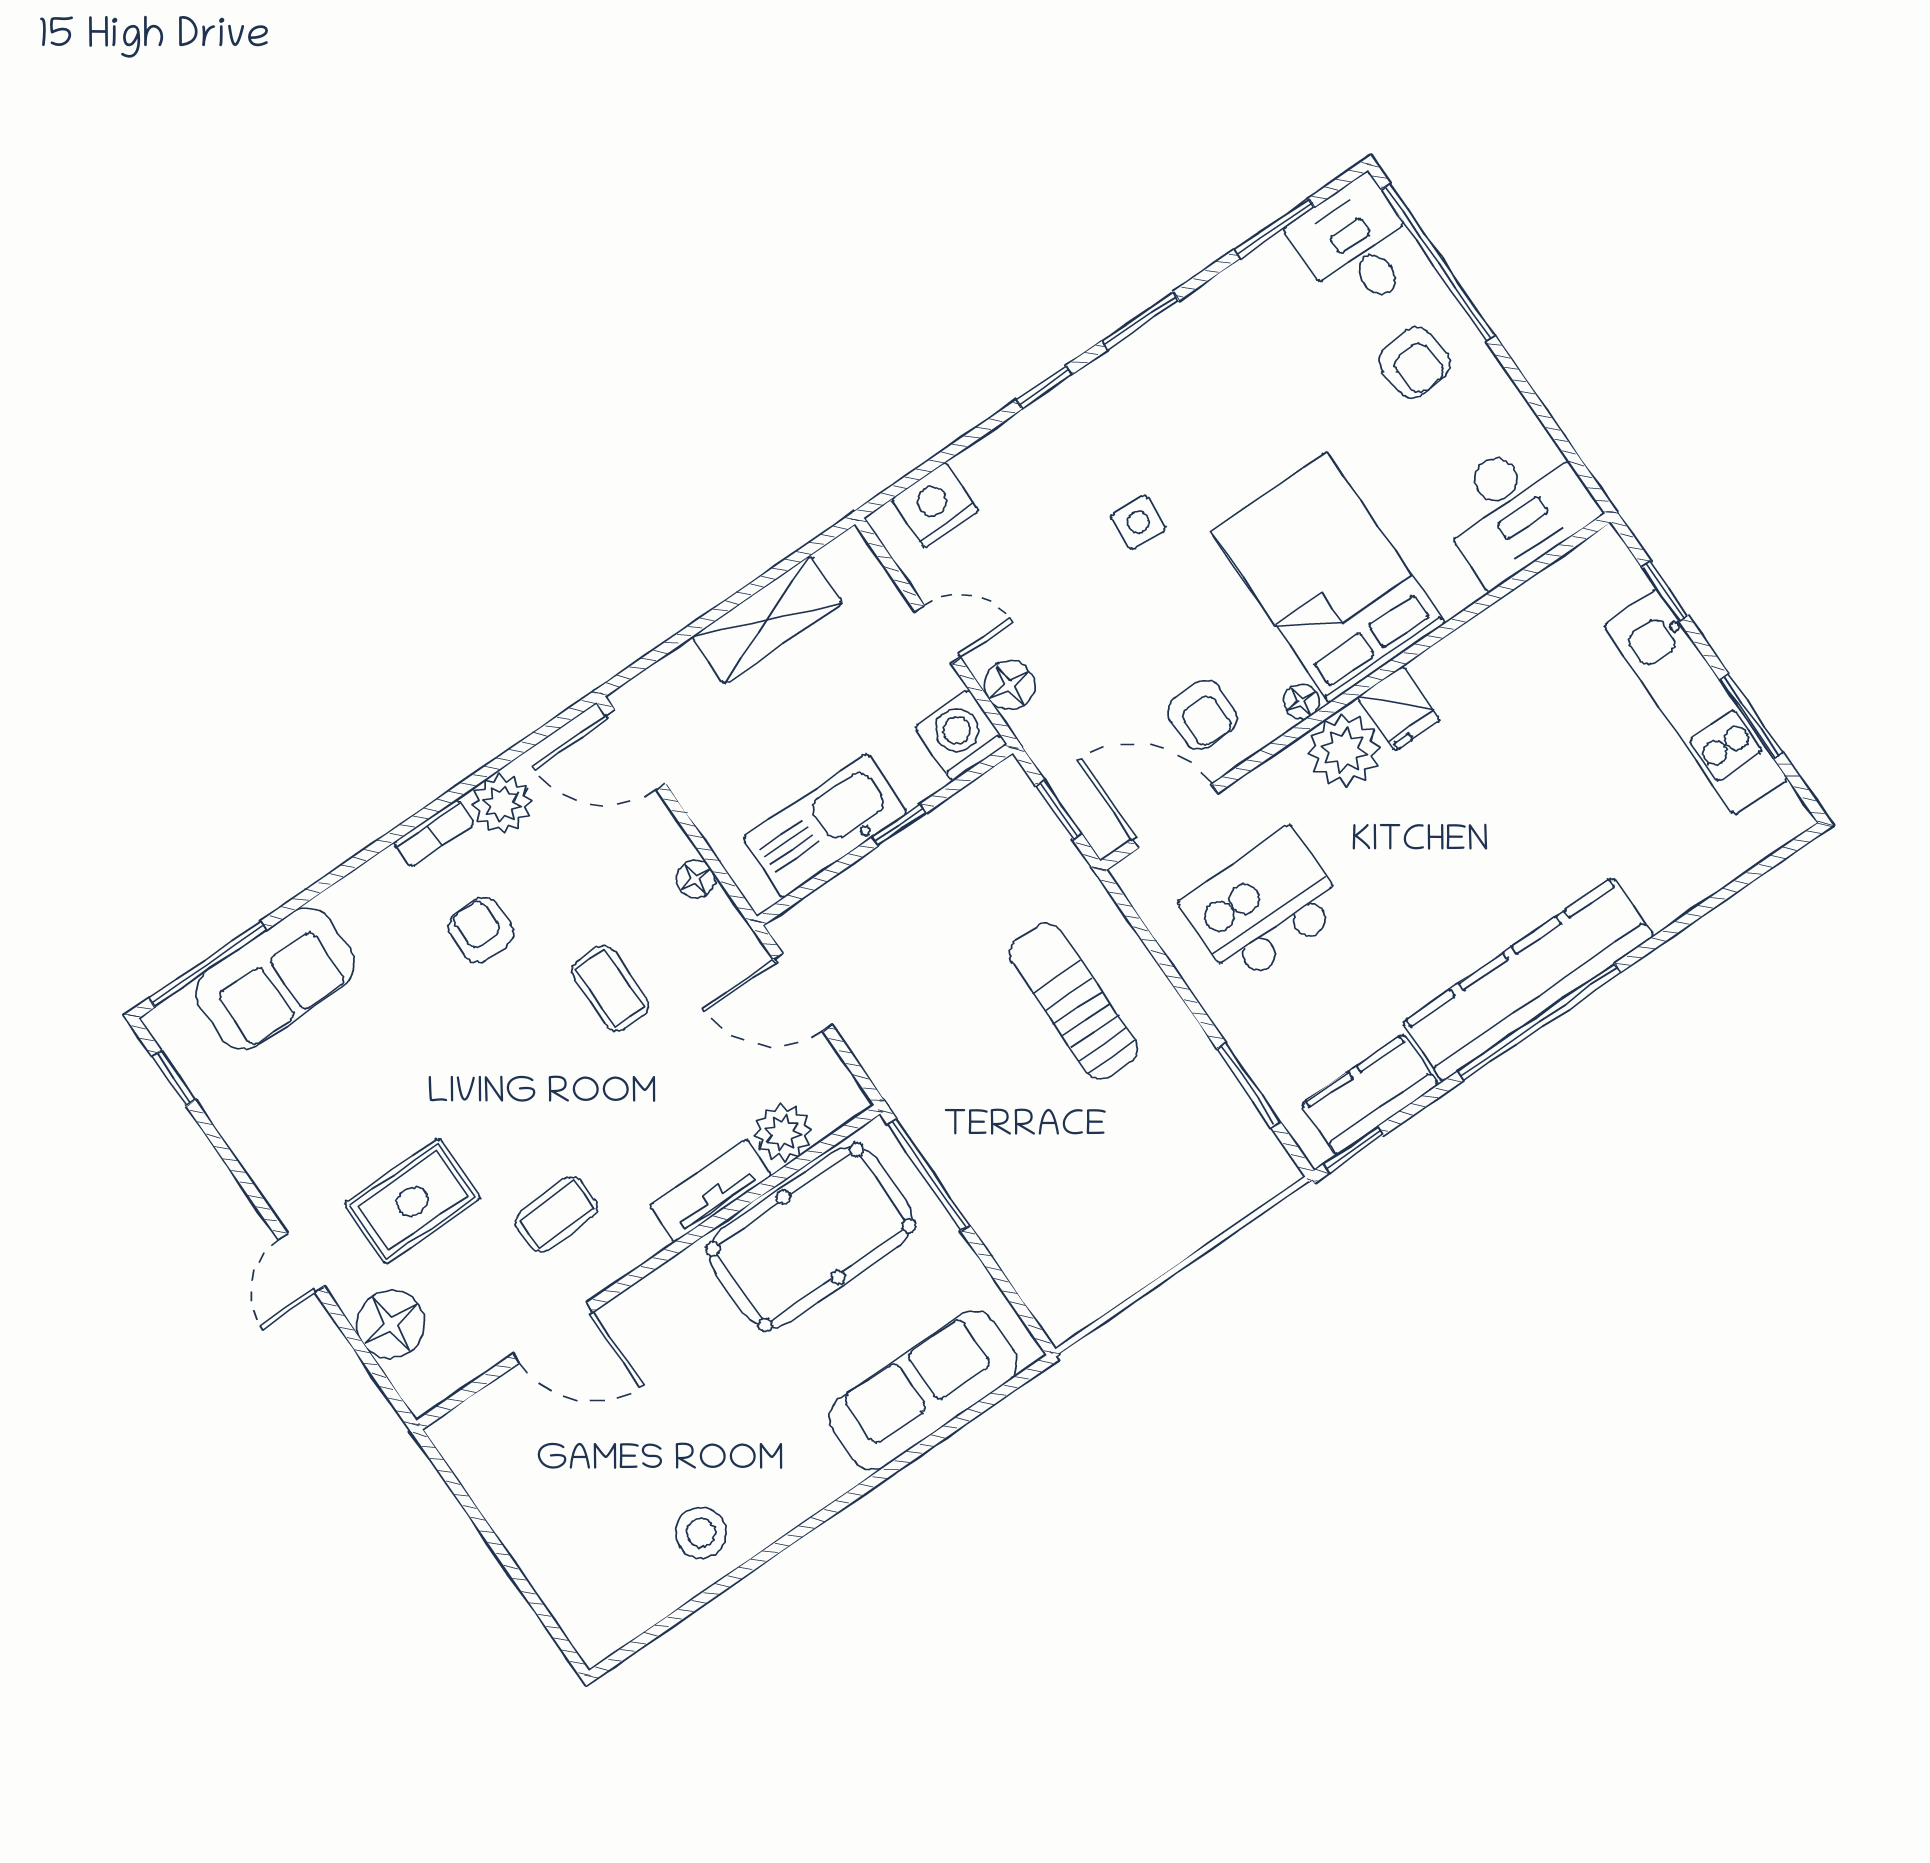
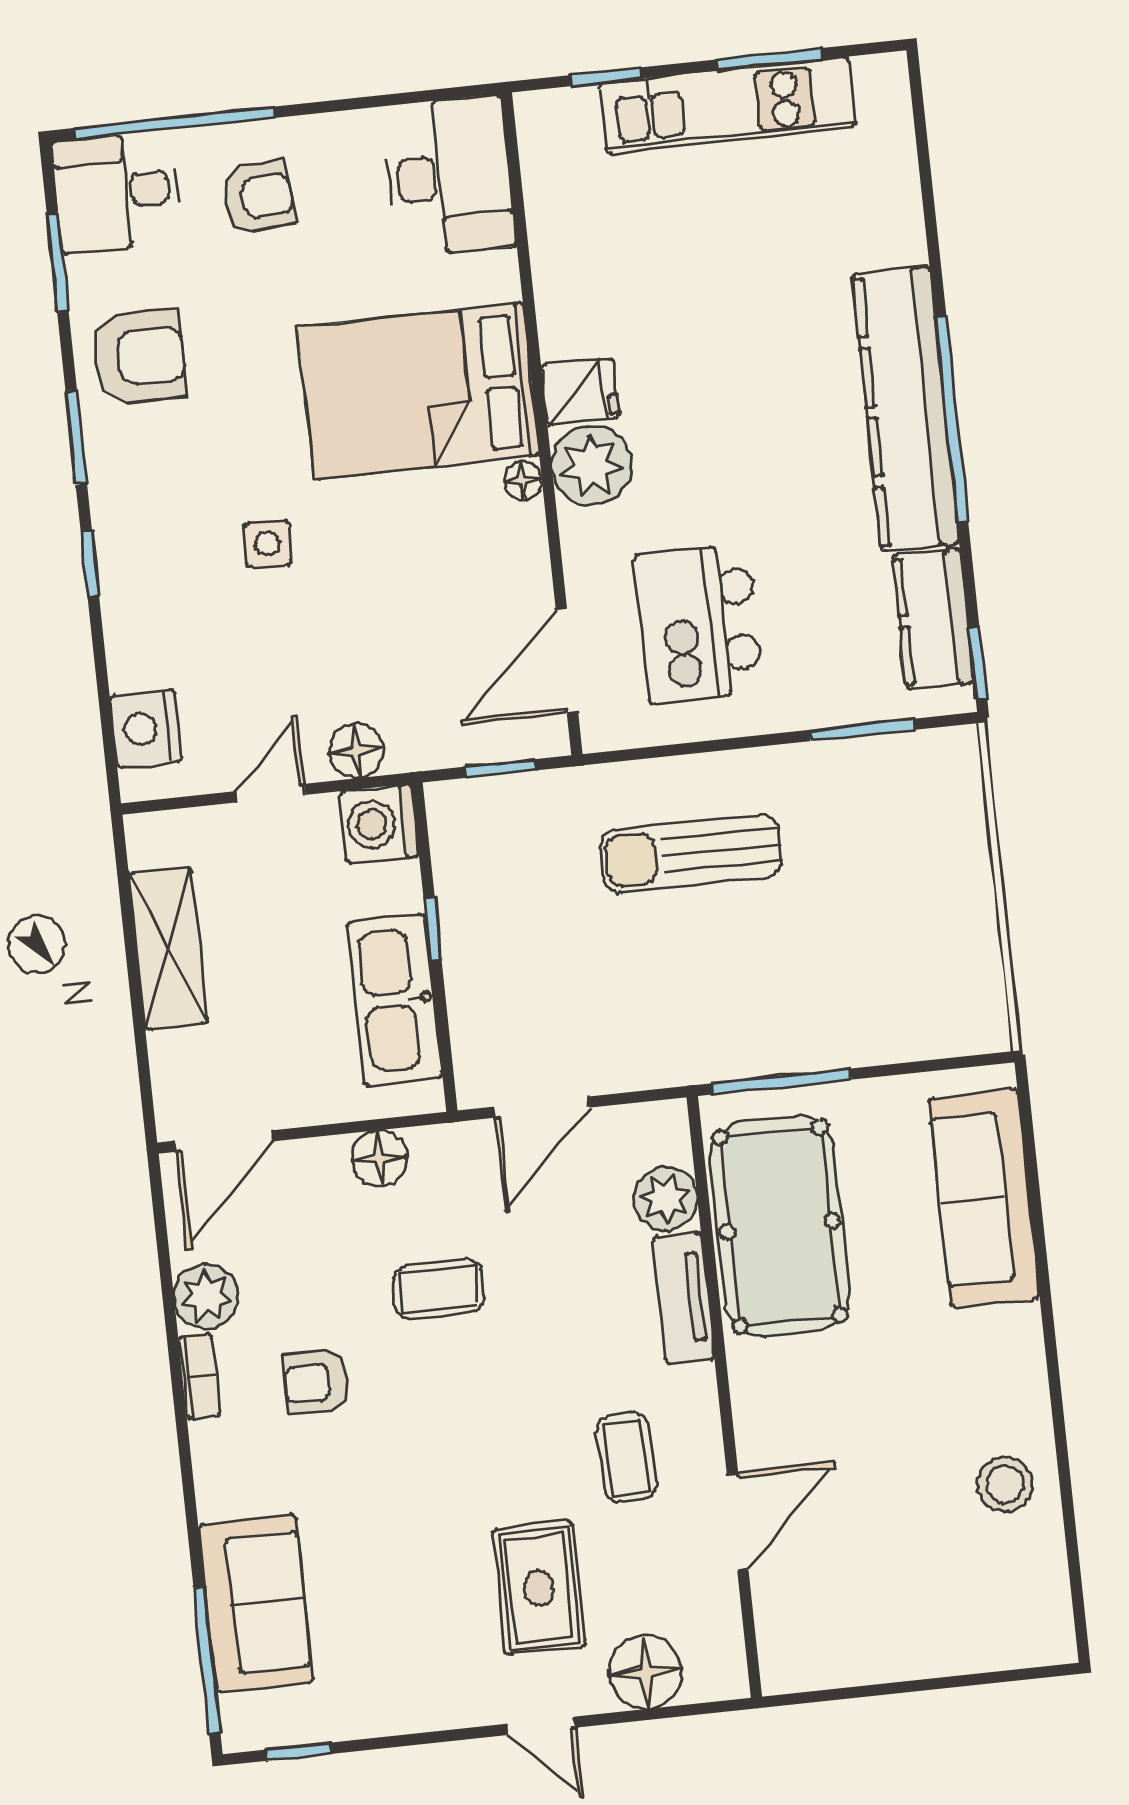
armchair: (1202, 715) -> (139, 357), moved, width x1.38, depth x1.38
floor lamp: (696, 879) -> (379, 1158), width x1.37, depth x1.37

